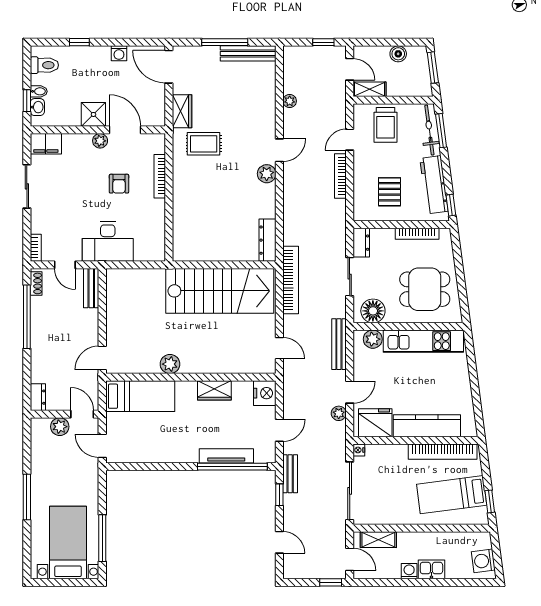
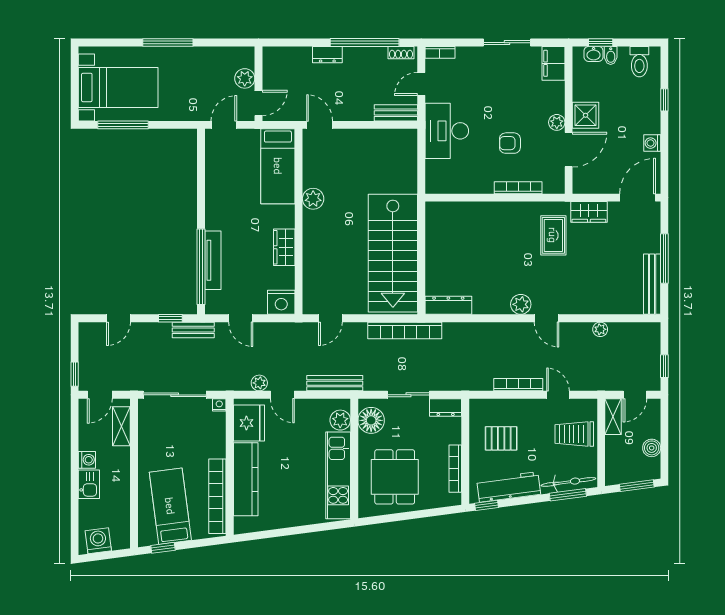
dresser: (38, 397) -> (327, 55), moved

